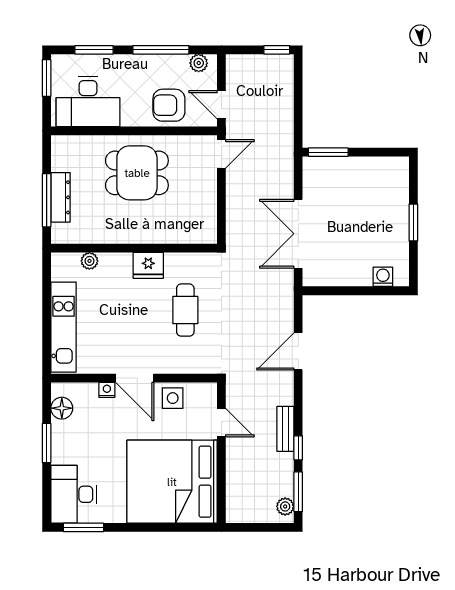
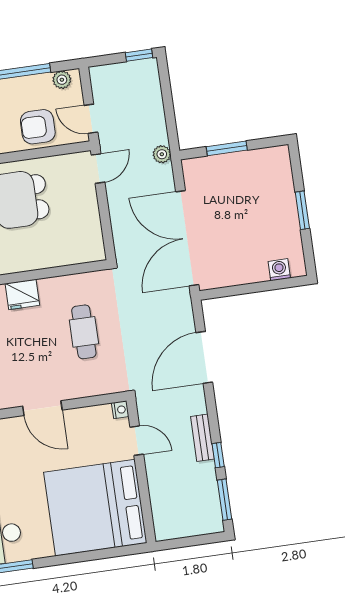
window: (328, 152) -> (227, 148), moved
double door: (298, 234) -> (187, 238), width x1.36
fridge: (148, 265) -> (22, 294), moved
door: (298, 351) -> (204, 357), width x1.36
nightstand: (107, 390) -> (120, 410), moved, turned 90
side table: (173, 398) -> (84, 423), removed
plant: (285, 506) -> (162, 154), moved

